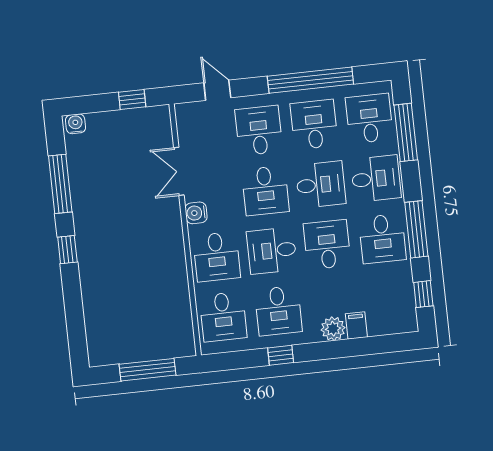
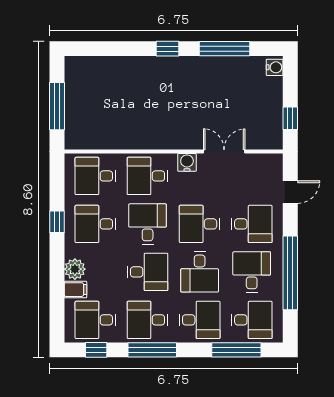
desk: (314, 125) -> (252, 272), turned -90
desk: (376, 179) -> (200, 320), turned -90
desk: (389, 299) -> (95, 320), added

